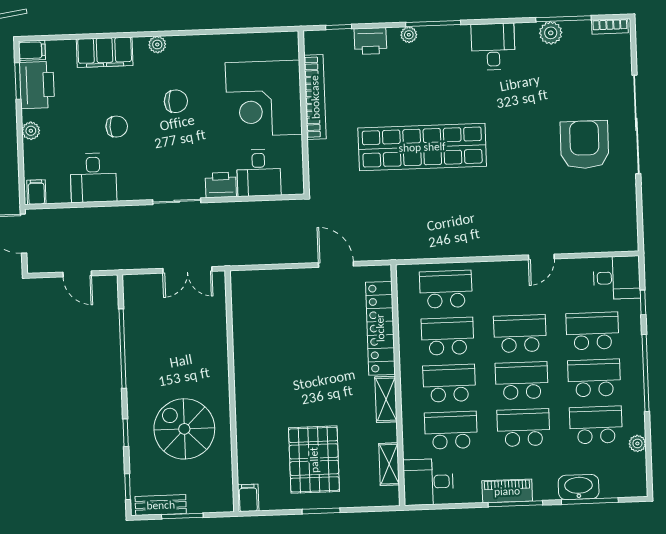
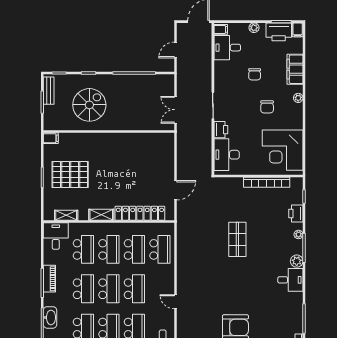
plant: (551, 33) -> (297, 261), moved
corner desk: (264, 98) -> (283, 150), moved, turned -90
shop shelf: (422, 147) -> (237, 239), width x0.50, depth x0.74
desk: (259, 173) -> (227, 155), width x1.37
desk: (93, 178) -> (227, 48), moved

